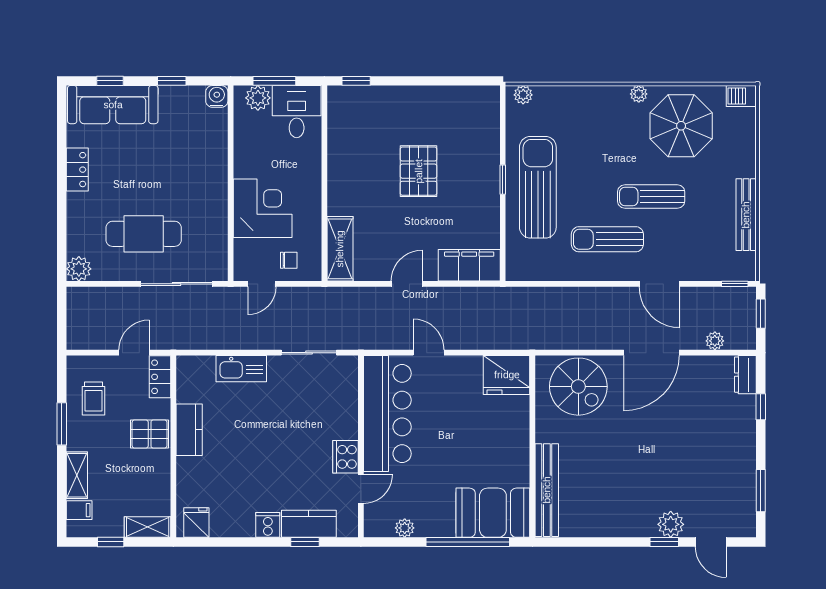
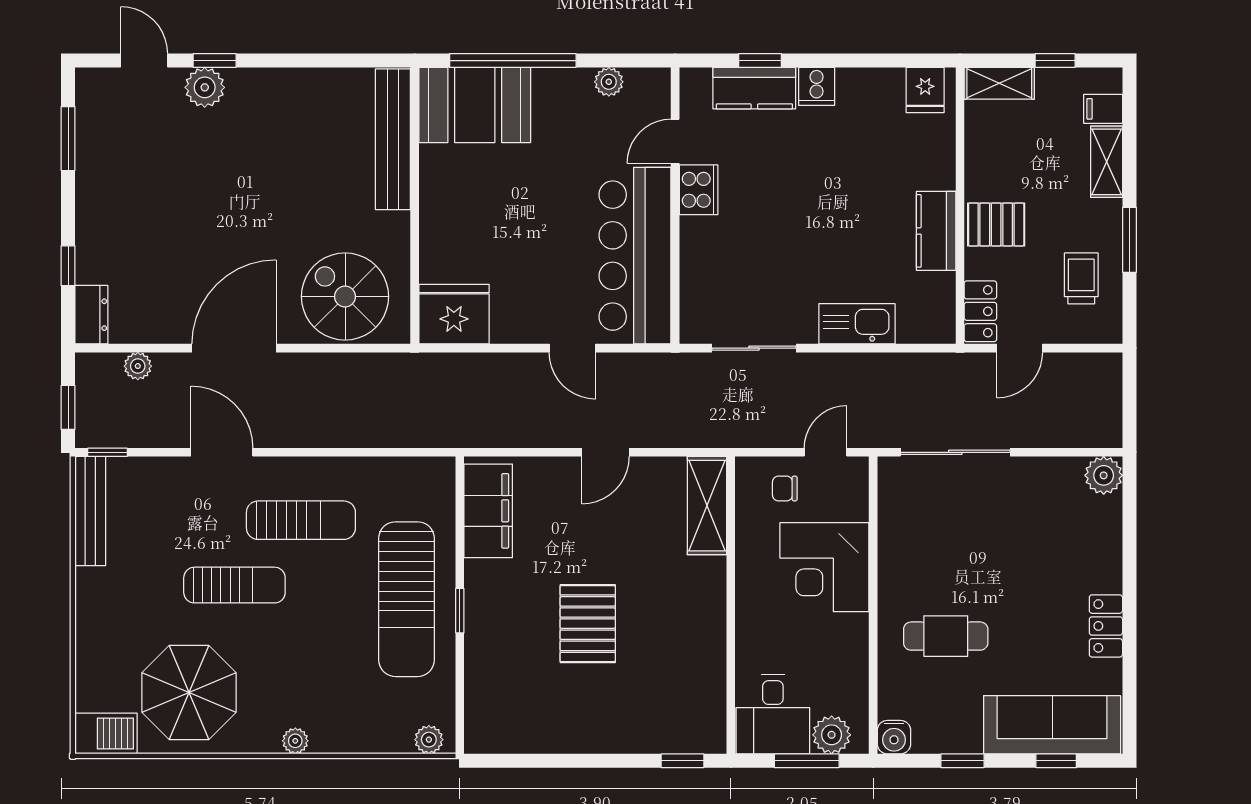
plant: (639, 94) -> (295, 741), moved
barbecue: (741, 96) -> (106, 733), width x1.38, depth x1.27
bench: (746, 215) -> (90, 511), moved
cafe table: (144, 234) -> (946, 636), moved, width x0.73, depth x0.74
filing cabinet: (469, 265) -> (488, 511), moved, turned -90

